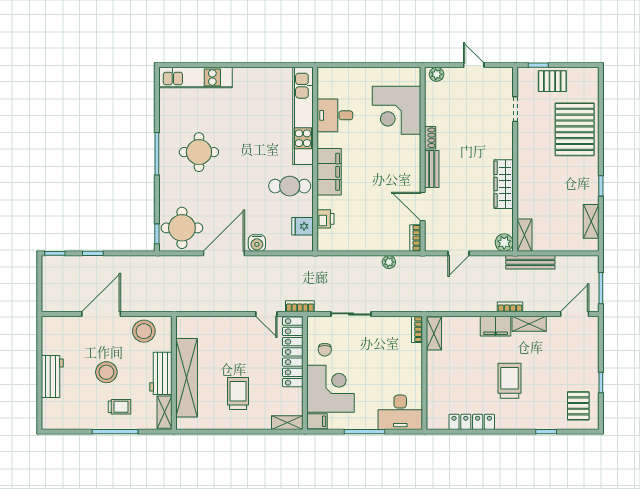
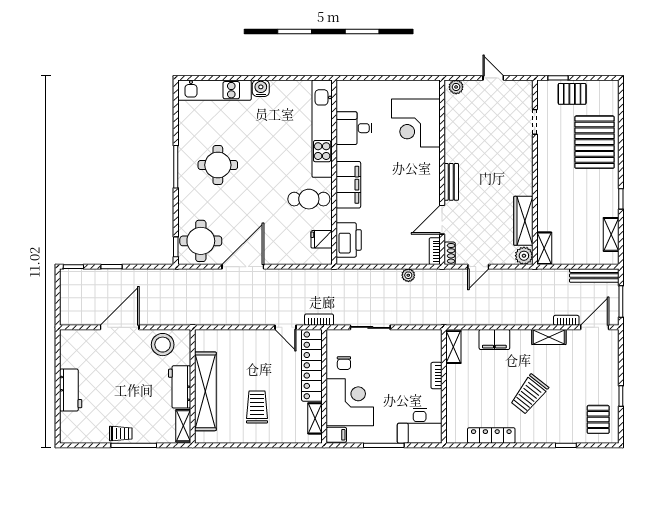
shoe rack: (430, 138) -> (450, 253), moved
wardrobe: (504, 184) -> (523, 221), moved
door: (423, 207) -> (442, 220), hinge flipped
printer: (325, 219) -> (349, 240), width x1.87, depth x1.48
water cooler: (257, 243) -> (261, 88), moved, turned 180
bench: (530, 262) -> (594, 276), moved
bookcase: (510, 307) -> (566, 320), moved
filing cabinet: (496, 326) -> (494, 339), moved
bookcase: (417, 329) -> (436, 376), moved
stool: (106, 372) -> (125, 386), removed
trolley: (510, 381) -> (529, 394), turned -142
trolley: (119, 407) -> (121, 434), moved
shelving: (287, 423) -> (315, 418), moved, turned 90

